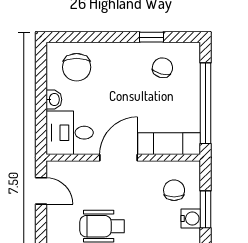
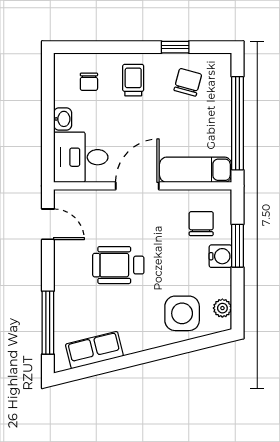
trolley: (115, 66) -> (133, 80), added
chair: (77, 67) -> (89, 82), width x0.54, depth x0.54

